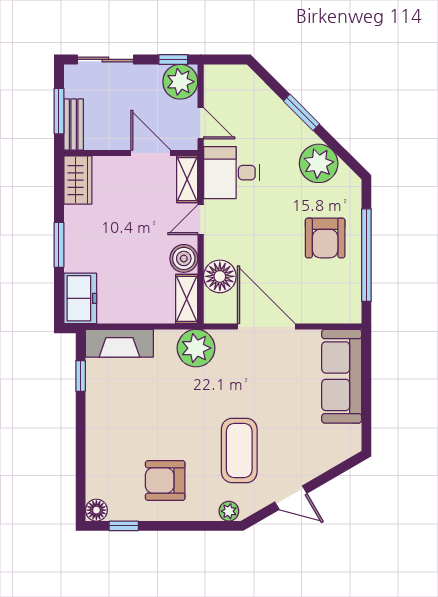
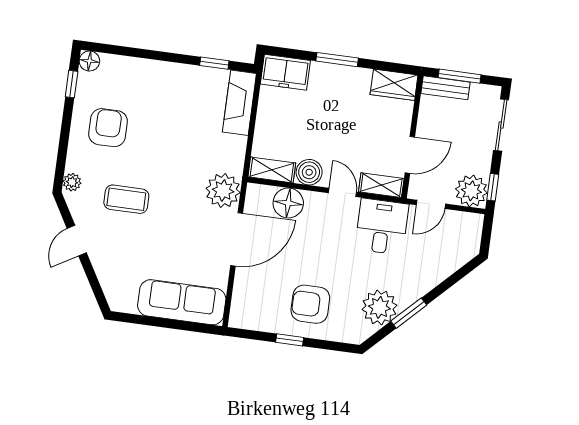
window: (302, 112) -> (409, 313), moved
window: (366, 255) -> (290, 340), width x0.32
plant: (196, 348) -> (223, 191), moved
coffee table: (239, 451) -> (126, 199), width x0.73, depth x0.76

